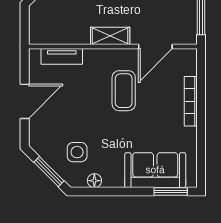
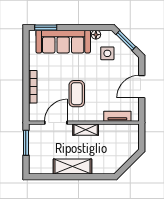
sofa: (155, 170) -> (63, 42), width x1.36

